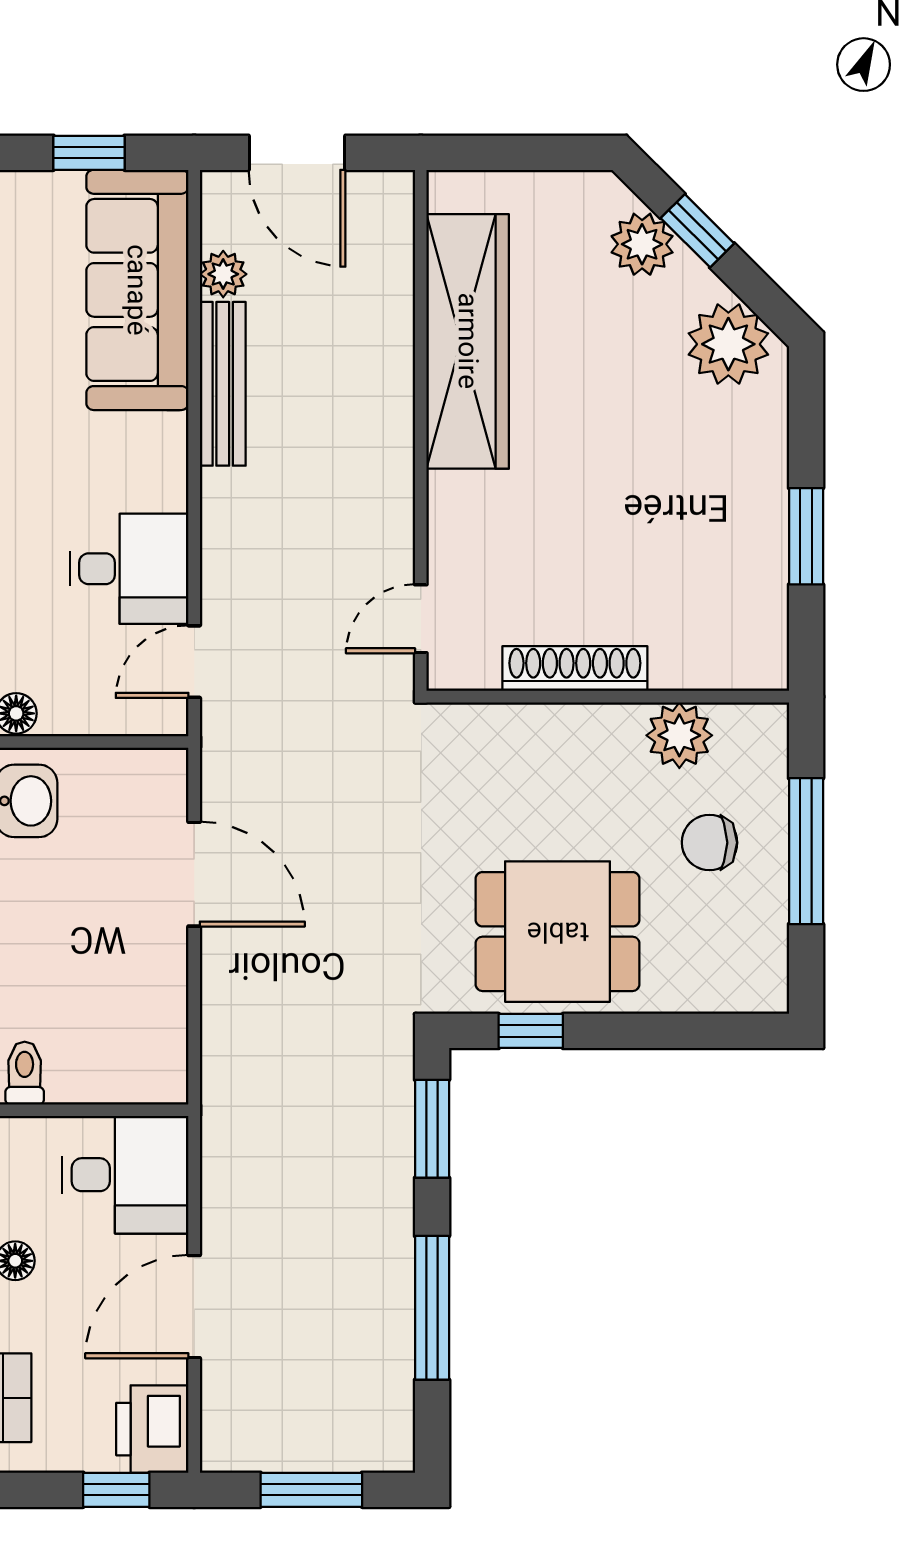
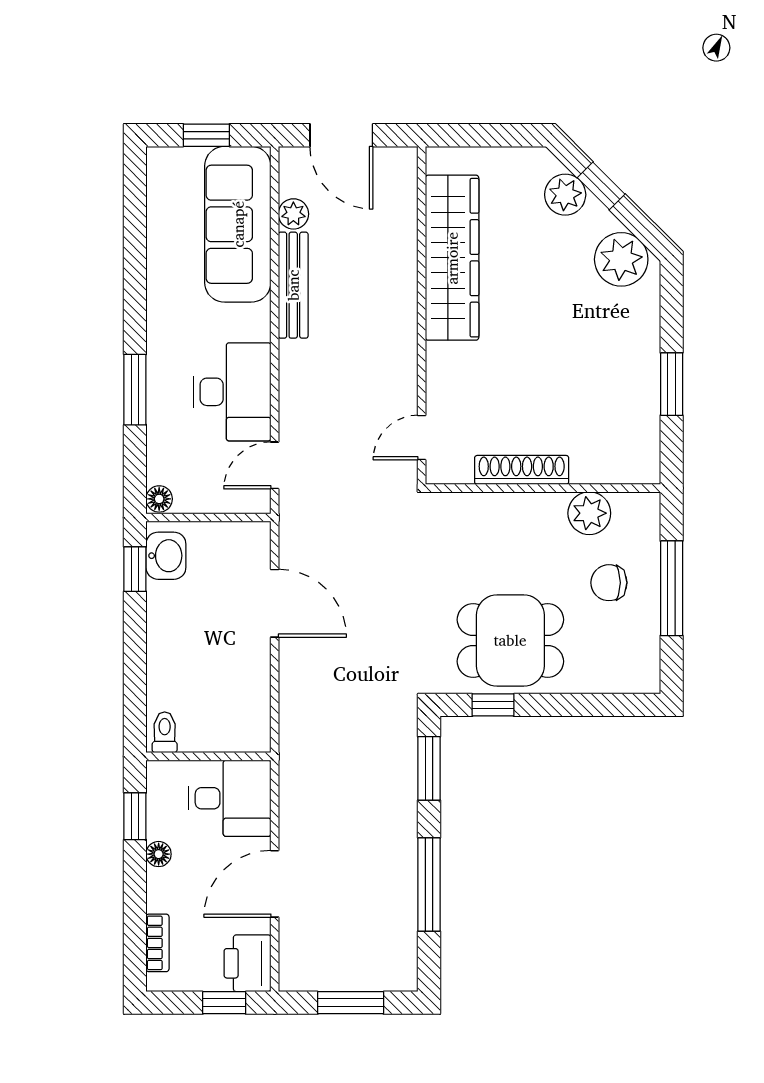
desk: (129, 569) -> (232, 392), width x1.37

